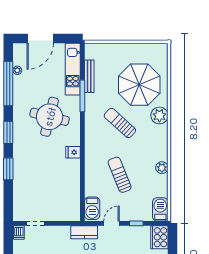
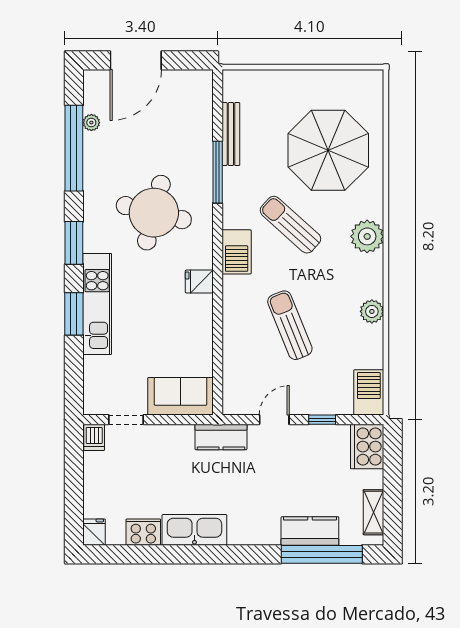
kitchen unit: (73, 69) -> (97, 304), moved, turned 180
plant: (159, 115) -> (367, 236), moved
barbecue: (92, 208) -> (237, 252), moved
sofa: (63, 211) -> (180, 396), added

